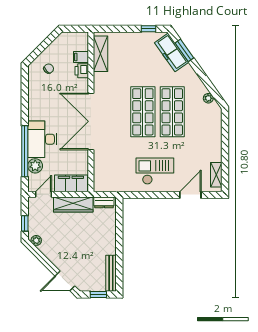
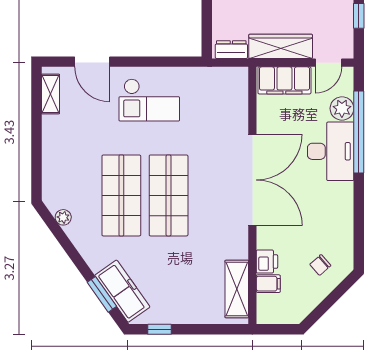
door: (190, 195) -> (92, 62), hinge flipped

